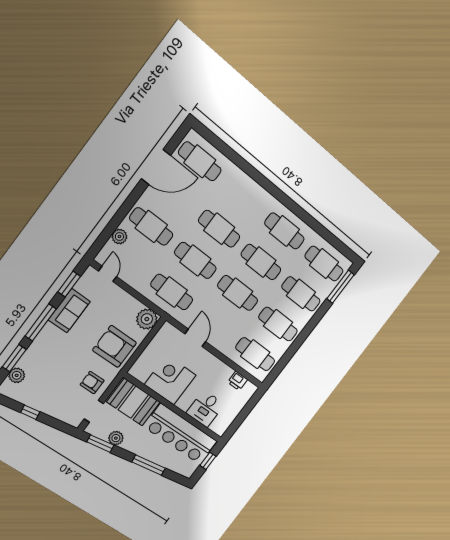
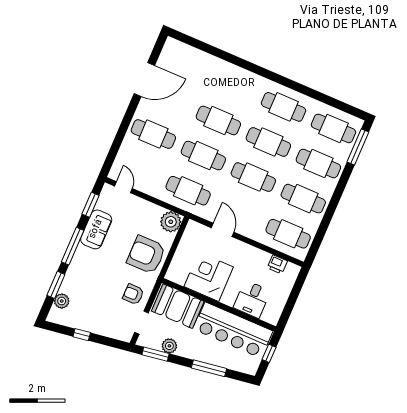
cafe table: (200, 161) -> (184, 64), removed
plant: (119, 237) -> (126, 150), removed

